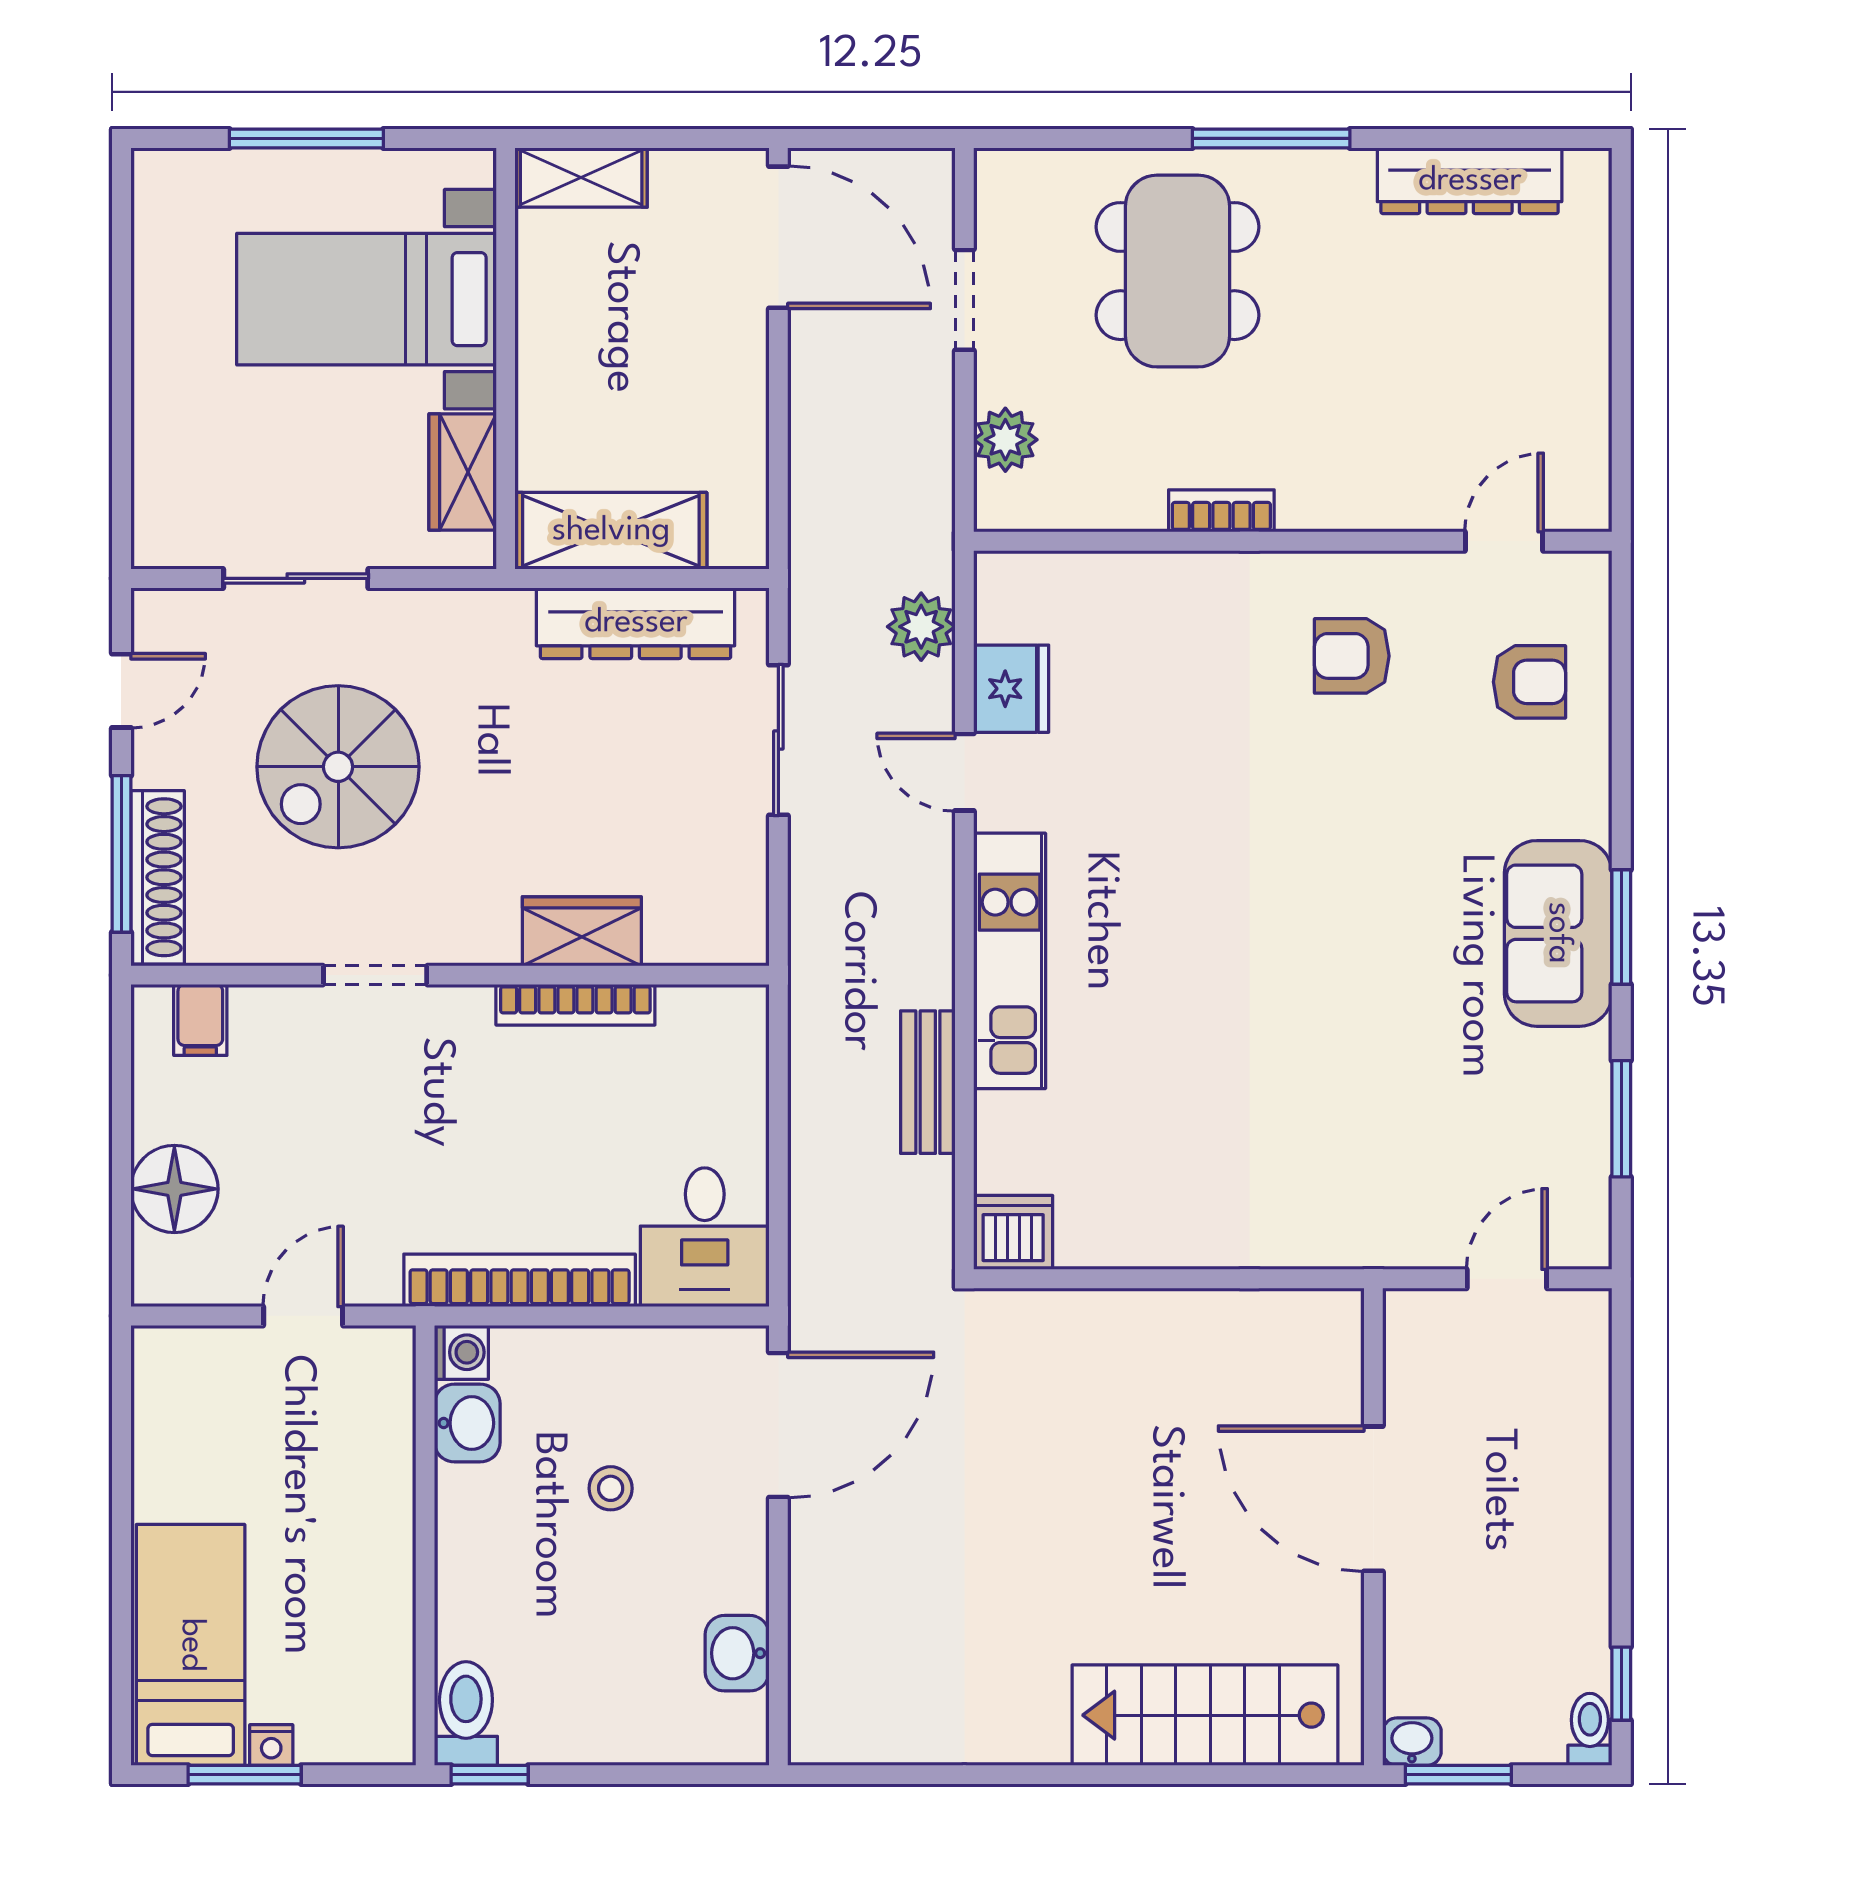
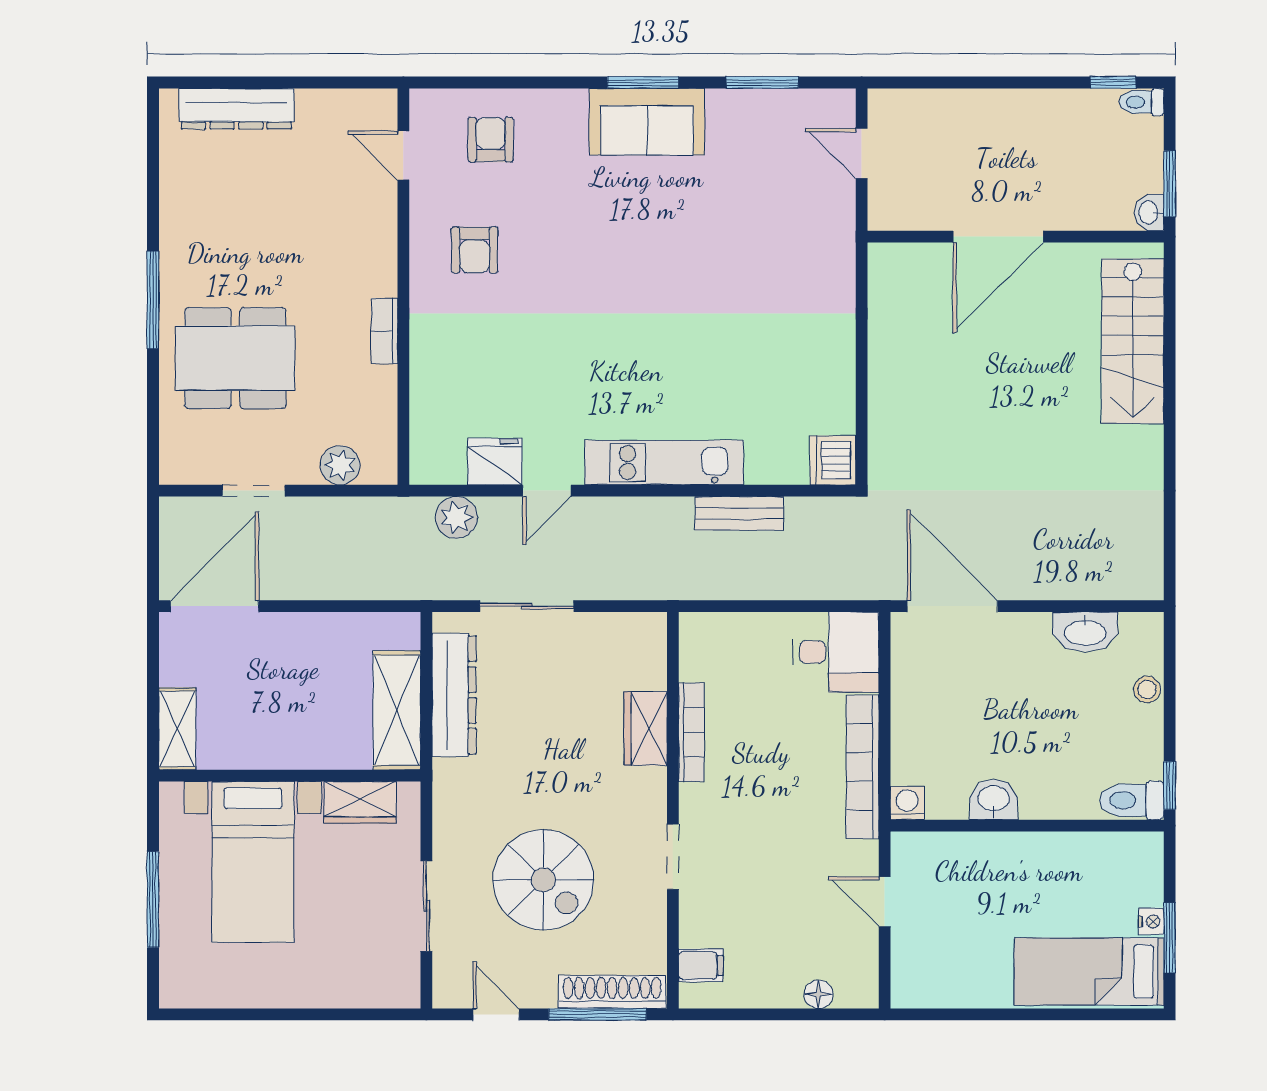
dresser: (1470, 181) -> (236, 109), moved, turned 90
floor lamp: (174, 1189) -> (818, 994), width x0.53, depth x0.53
washbasin: (467, 1423) -> (994, 800), moved
stool: (611, 1488) -> (1147, 689), moved
washbasin: (737, 1653) -> (1085, 632), width x1.38

